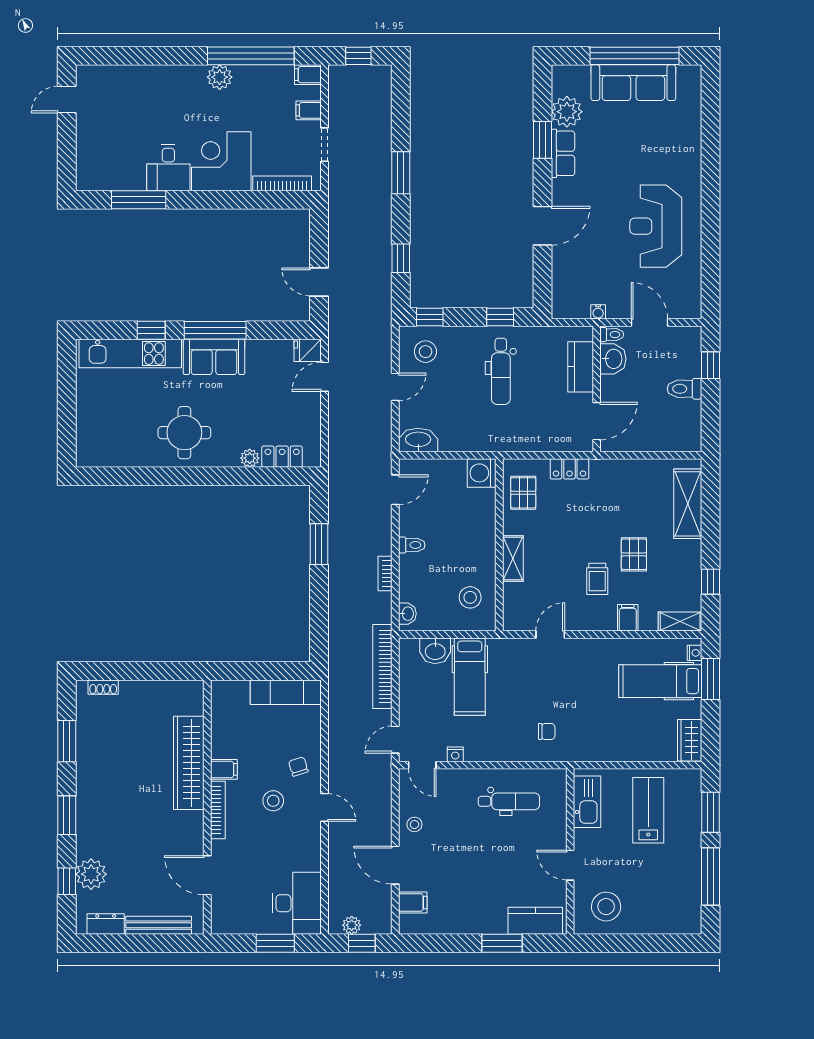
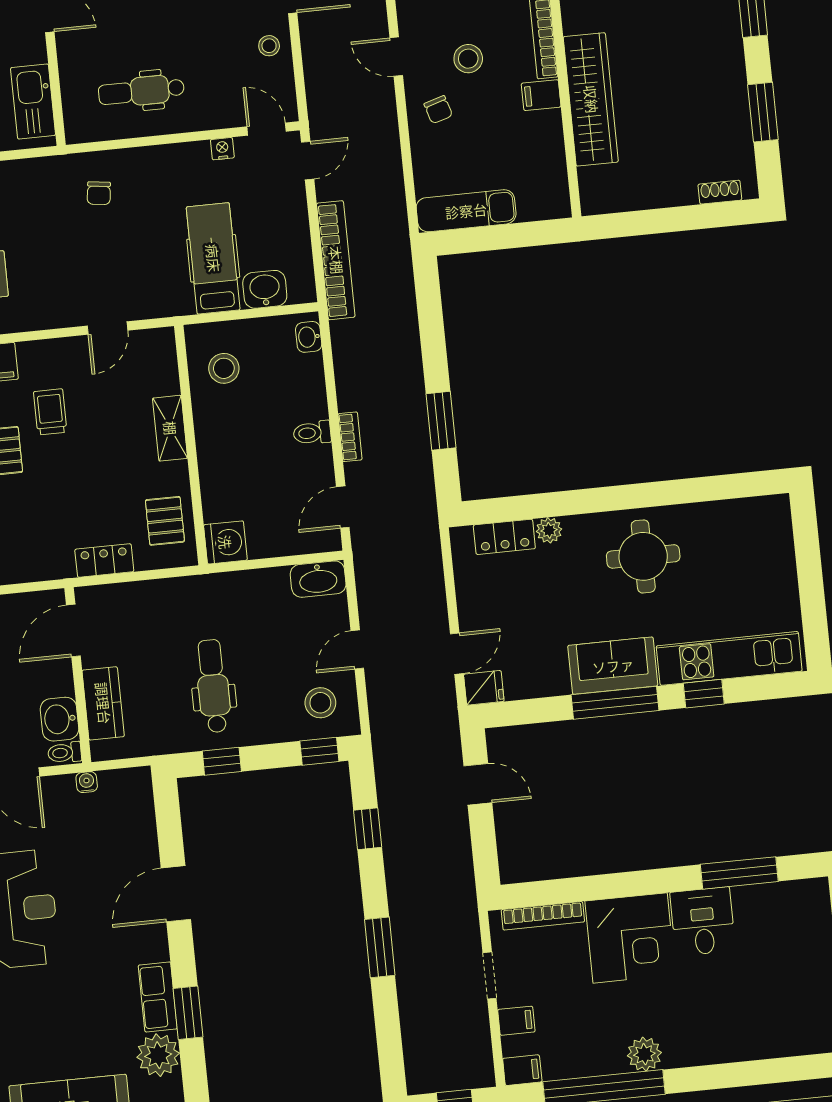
bookcase: (385, 573) -> (350, 437), moved
chair: (547, 731) -> (99, 193), turned -83

